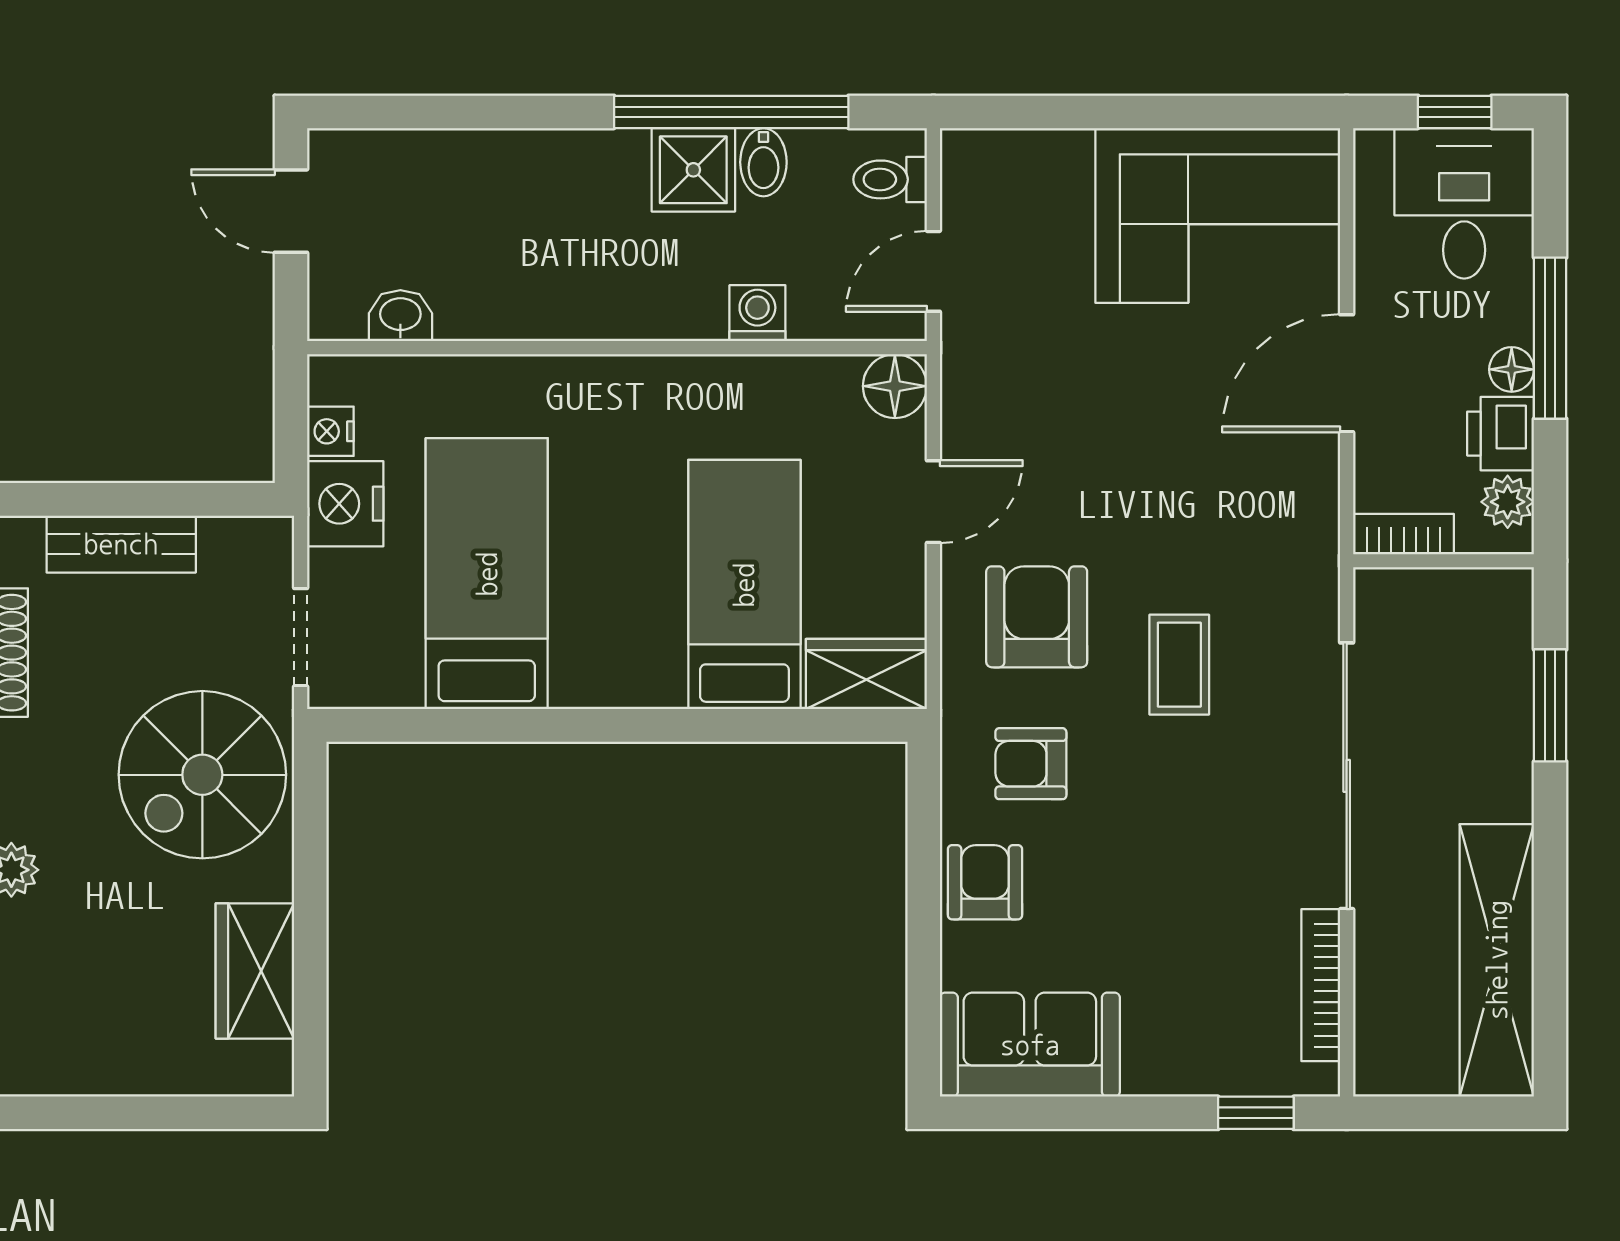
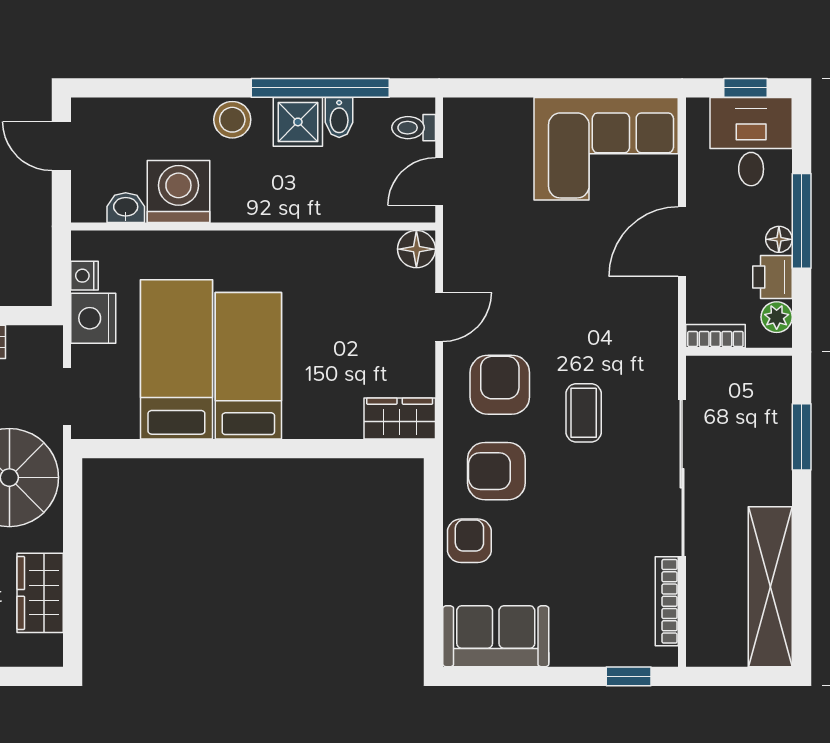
stool: (582, 166) -> (232, 120), added
washing machine: (757, 313) -> (178, 192), moved, width x1.89, depth x1.89
bed: (744, 585) -> (248, 366), moved
armchair: (1031, 764) -> (496, 471), width x1.38, depth x1.38

